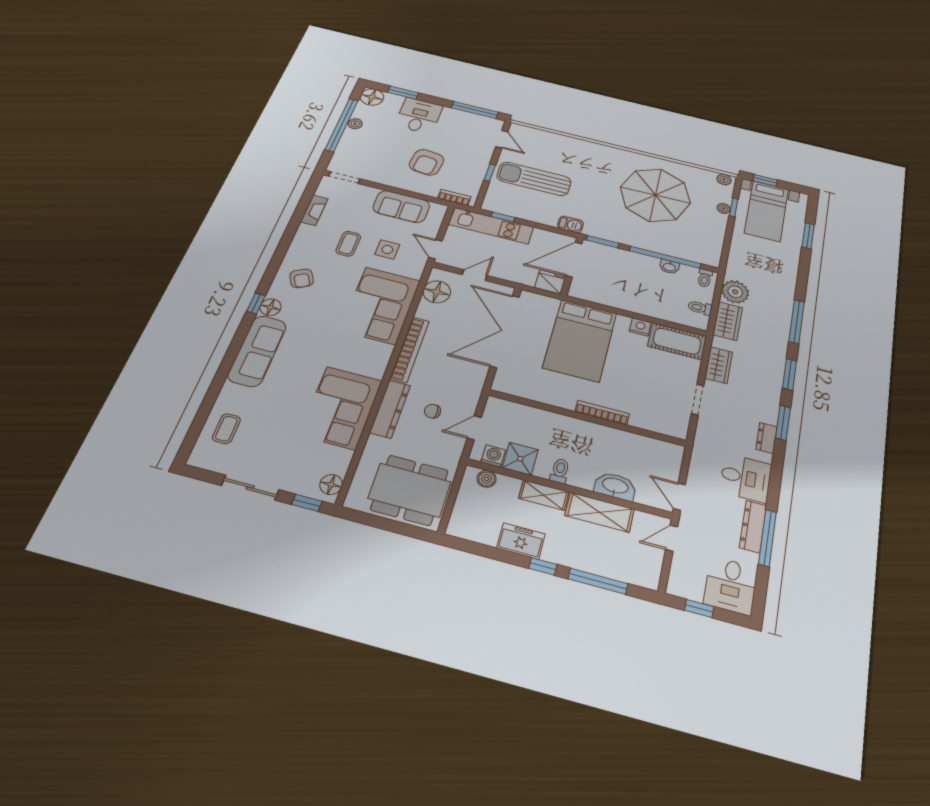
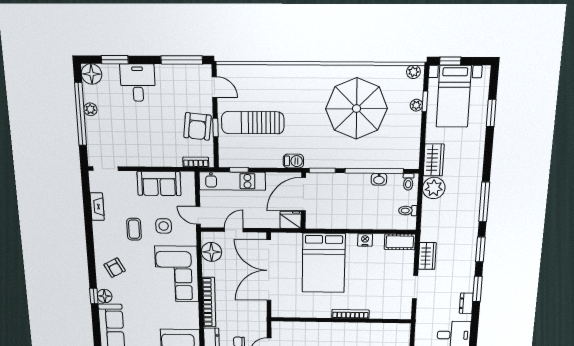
armchair: (427, 162) -> (197, 126), moved
wardrobe: (728, 321) -> (434, 160), moved
cot: (677, 341) -> (400, 242), width x0.73, depth x0.75

